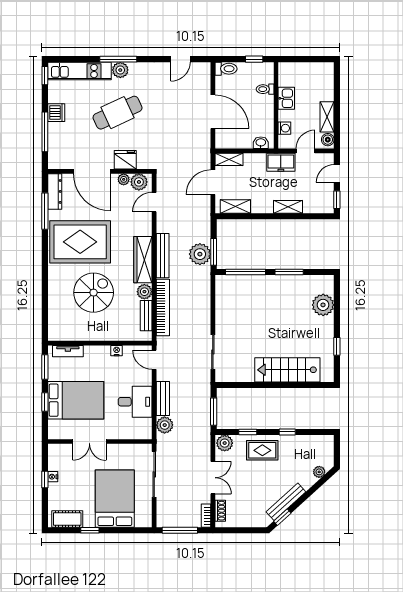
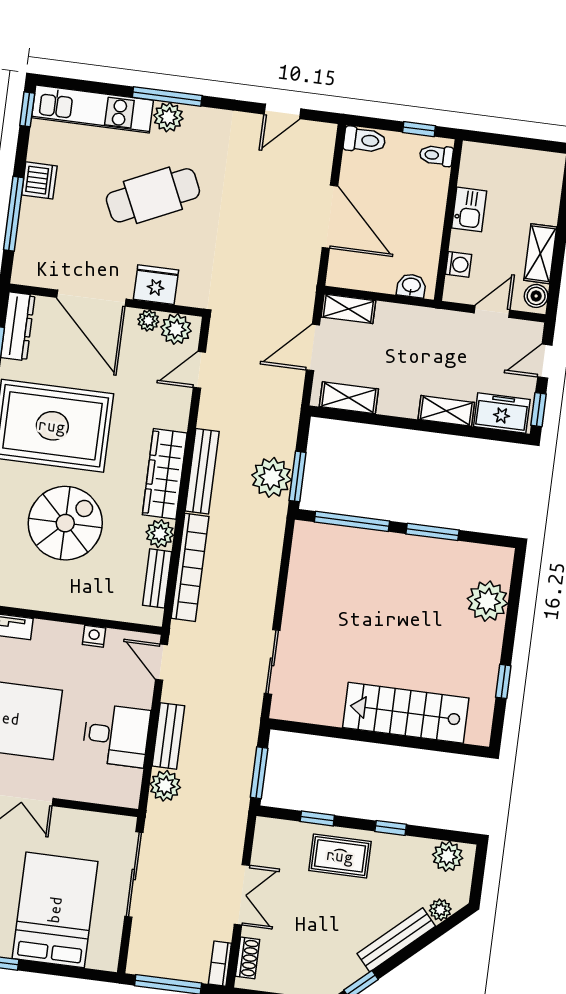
toilet: (265, 89) -> (436, 155), moved
freezer: (281, 162) -> (502, 413), moved, turned 180
plant: (225, 443) -> (448, 856), moved
bench: (286, 502) -> (396, 940), moved

